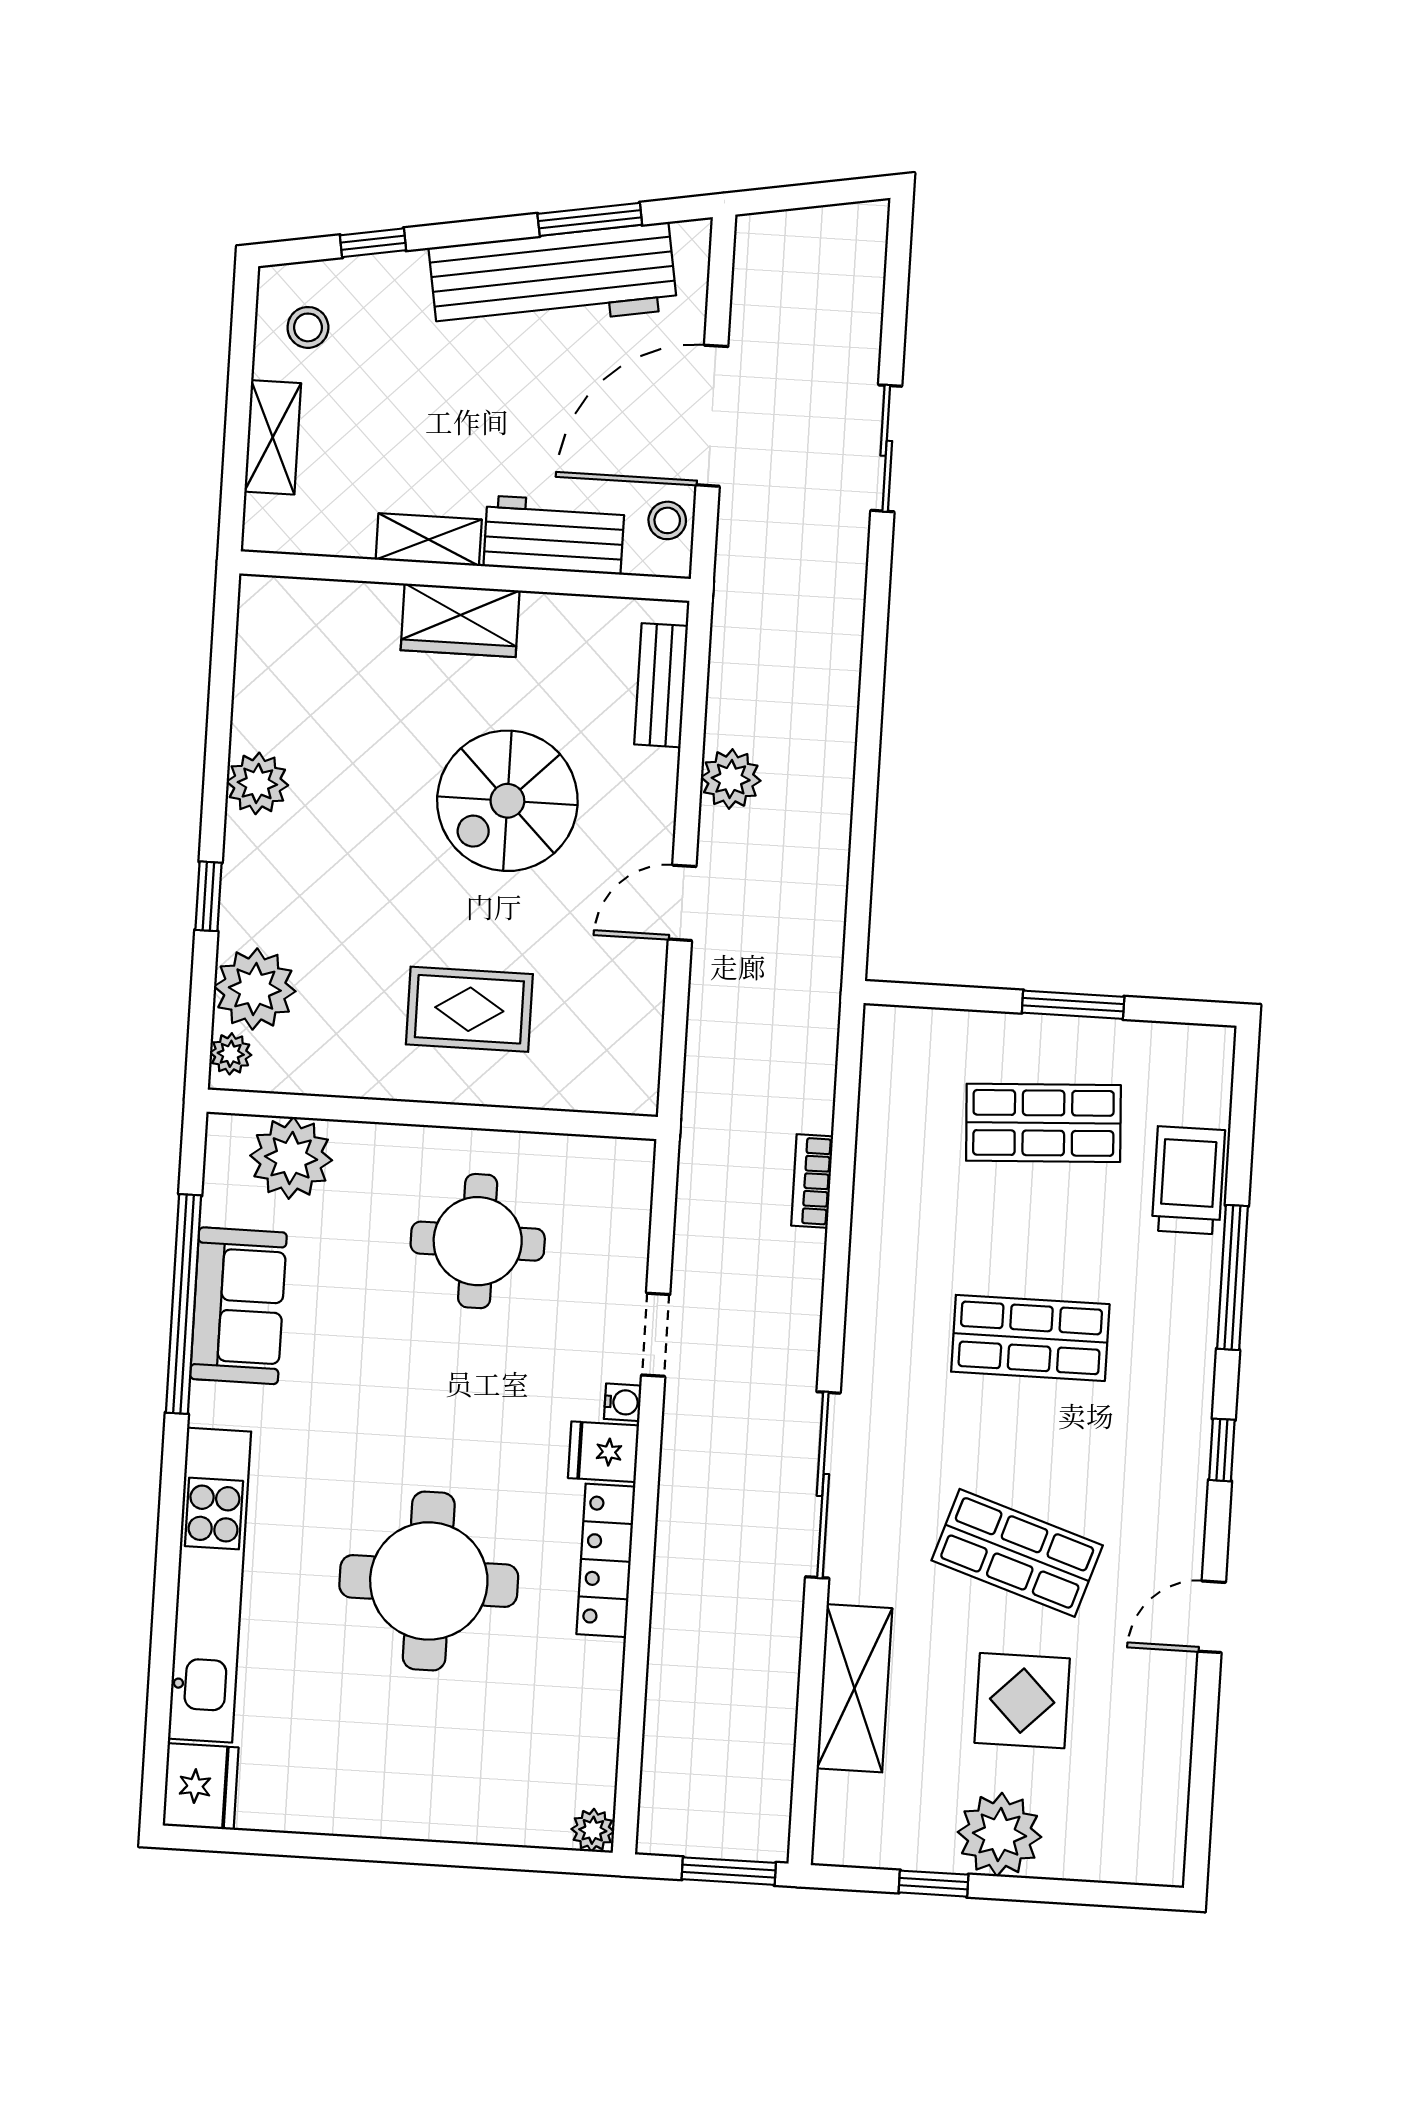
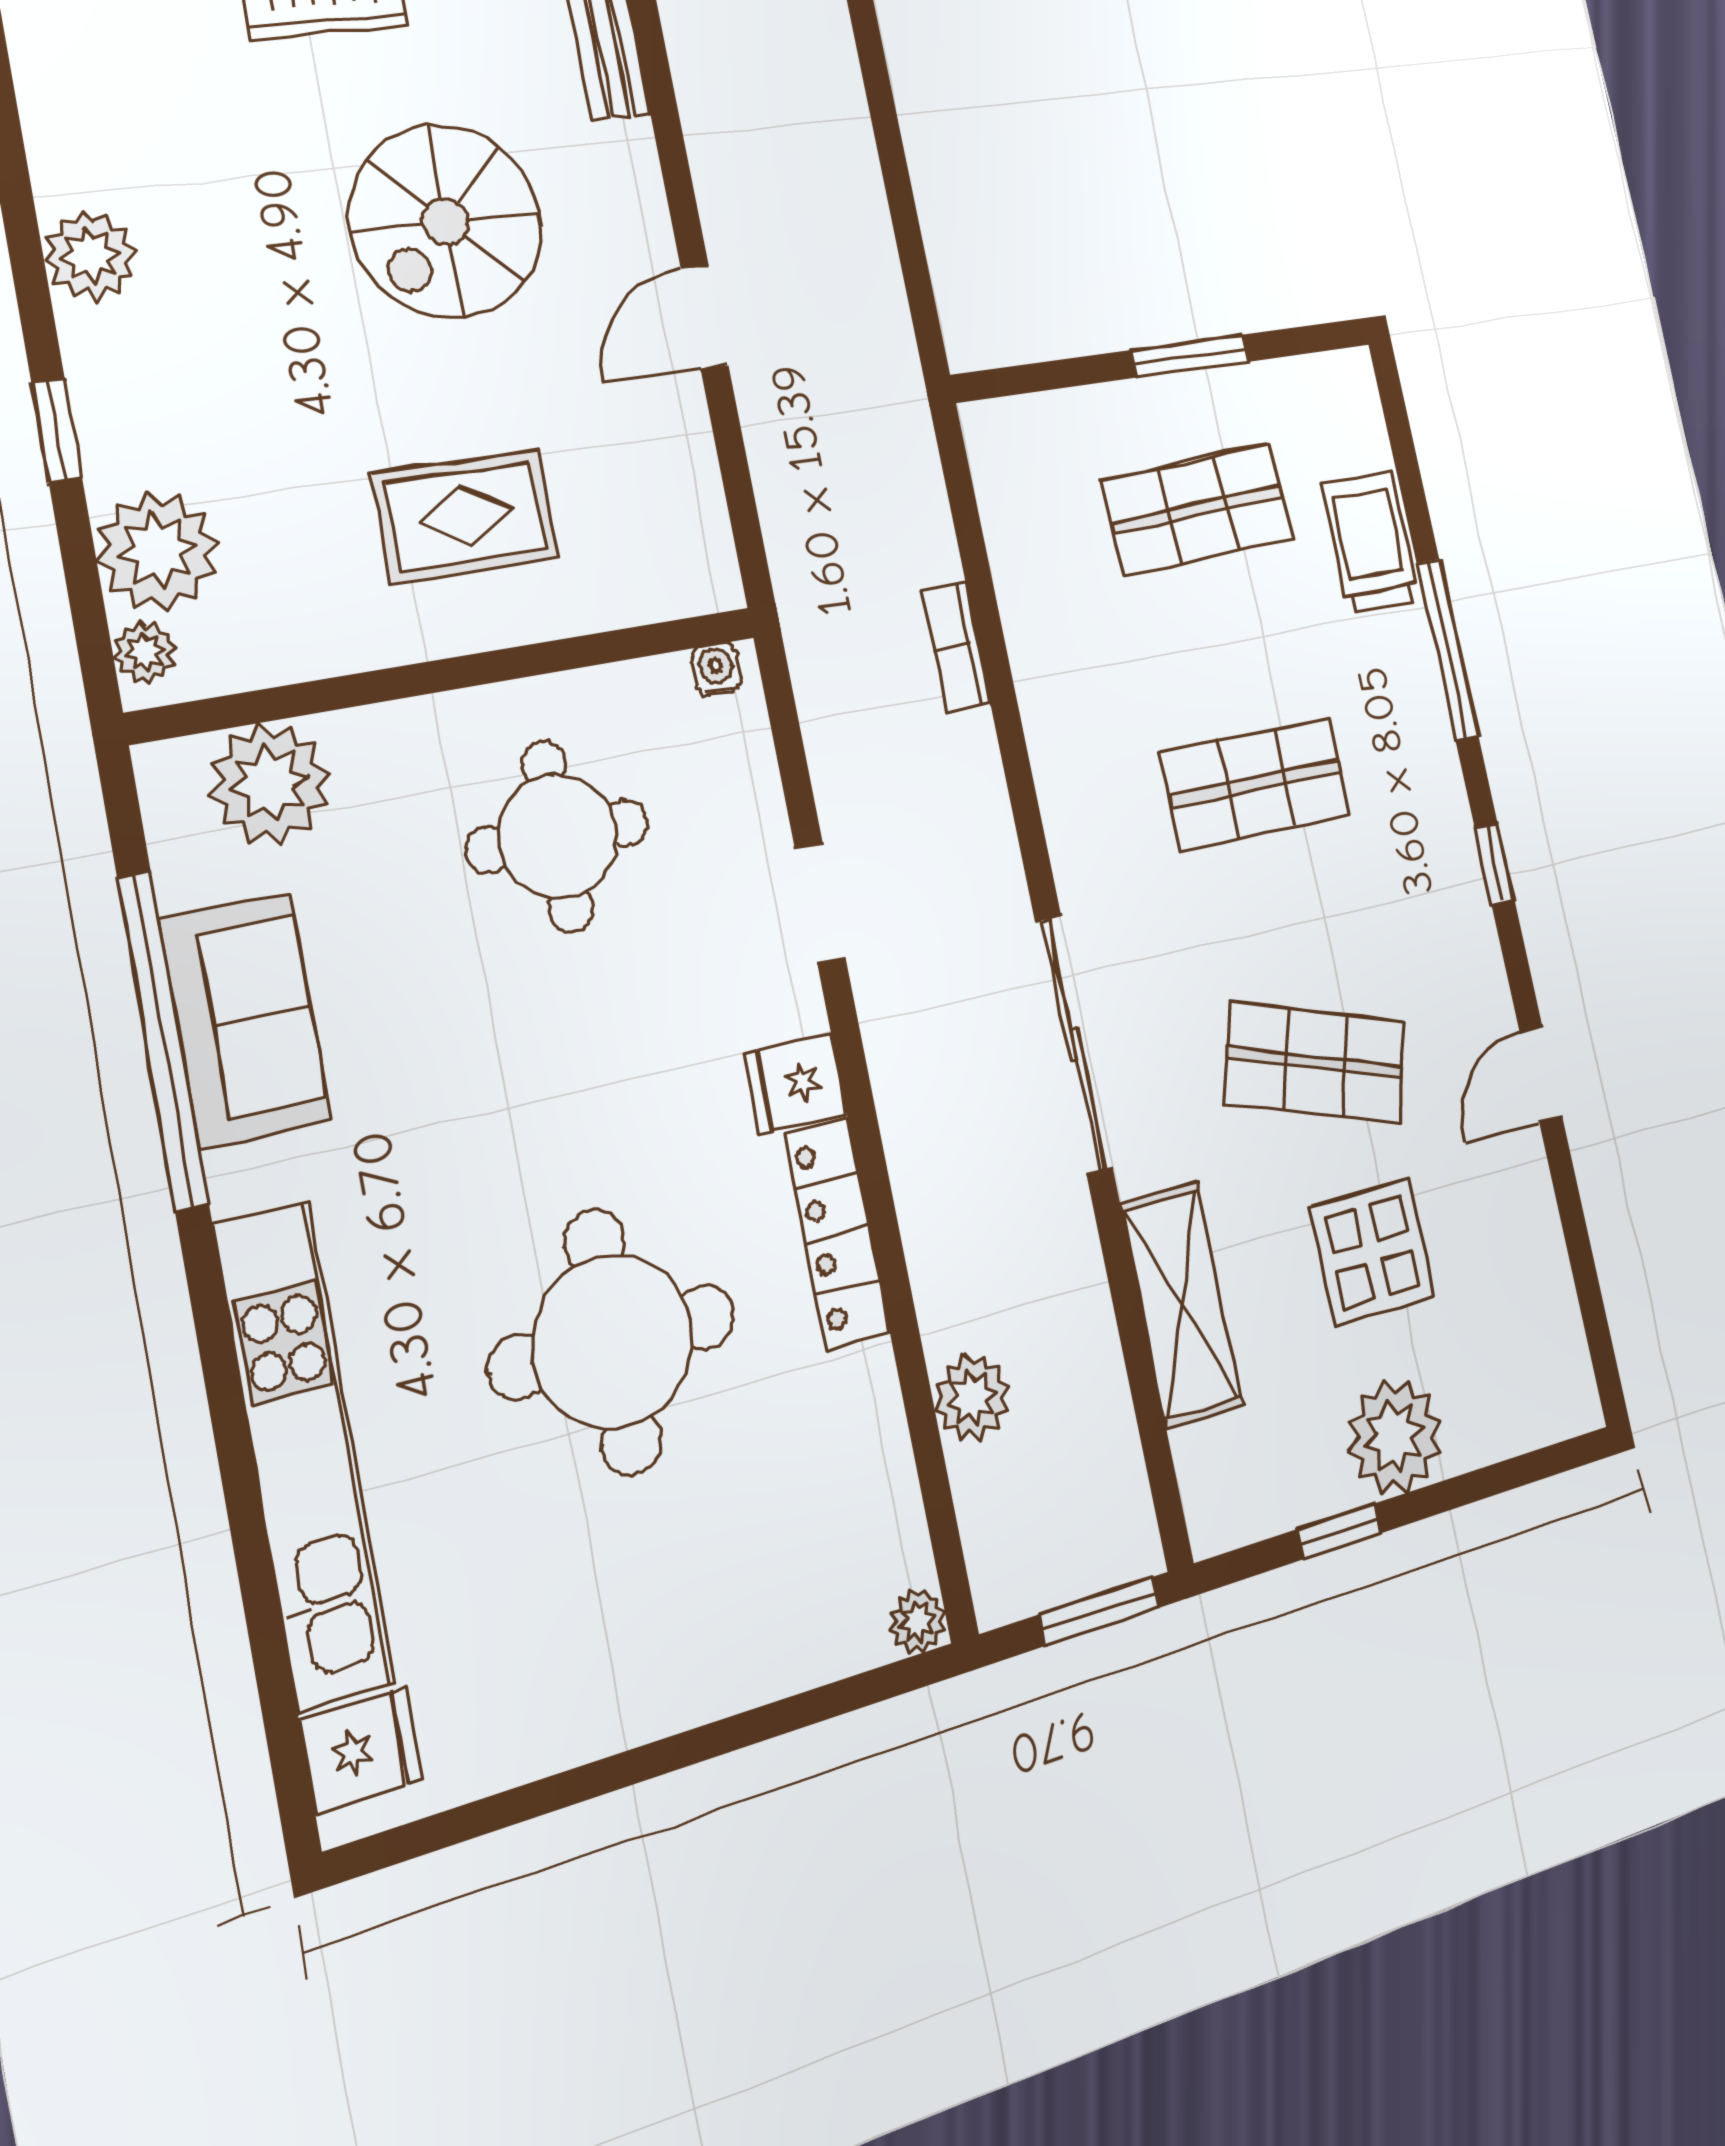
plant: (731, 779) -> (972, 1398), moved
water cooler: (623, 1402) -> (716, 670), moved, turned -90
fridge: (201, 1786) -> (361, 1750), width x0.72

